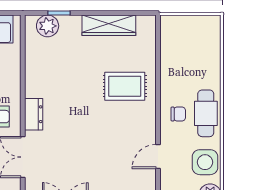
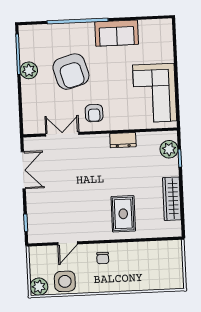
cafe table: (206, 113) -> (104, 280), removed
dresser: (34, 114) -> (123, 140), moved
door: (158, 157) -> (68, 243), swing flipped

